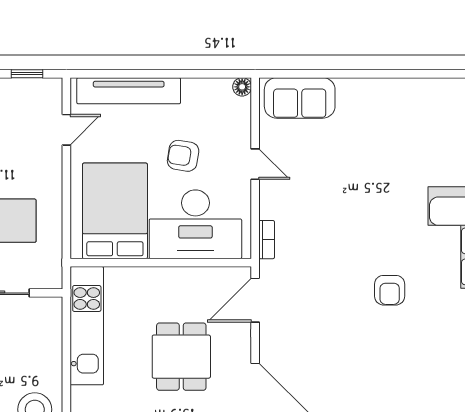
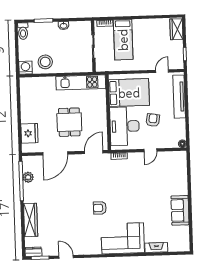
sofa: (300, 98) -> (180, 210), moved
door: (66, 130) -> (162, 71), swing flipped
door: (255, 300) -> (94, 152), hinge flipped
dining table: (181, 357) -> (69, 122), turned 90

